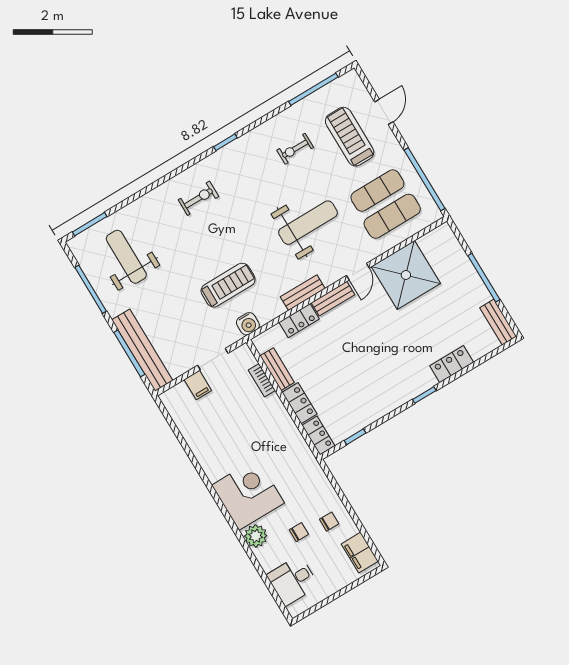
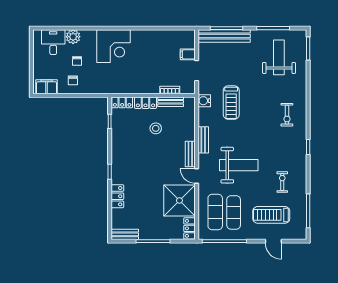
treadmill: (350, 137) -> (271, 215), turned 180
weight bench: (308, 223) -> (239, 165), turned -90
weight bench: (126, 257) -> (279, 57), turned -90
locker: (299, 321) -> (189, 228), moved
stool: (326, 368) -> (156, 128), added
plant: (256, 536) -> (73, 37), moved

